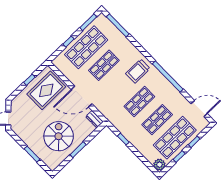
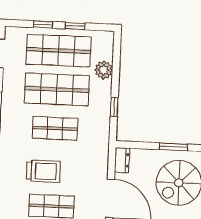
trolley: (138, 71) -> (43, 171), moved
shop shelf: (157, 120) -> (57, 89), width x1.43, depth x1.36
plant: (159, 165) -> (104, 70), moved

